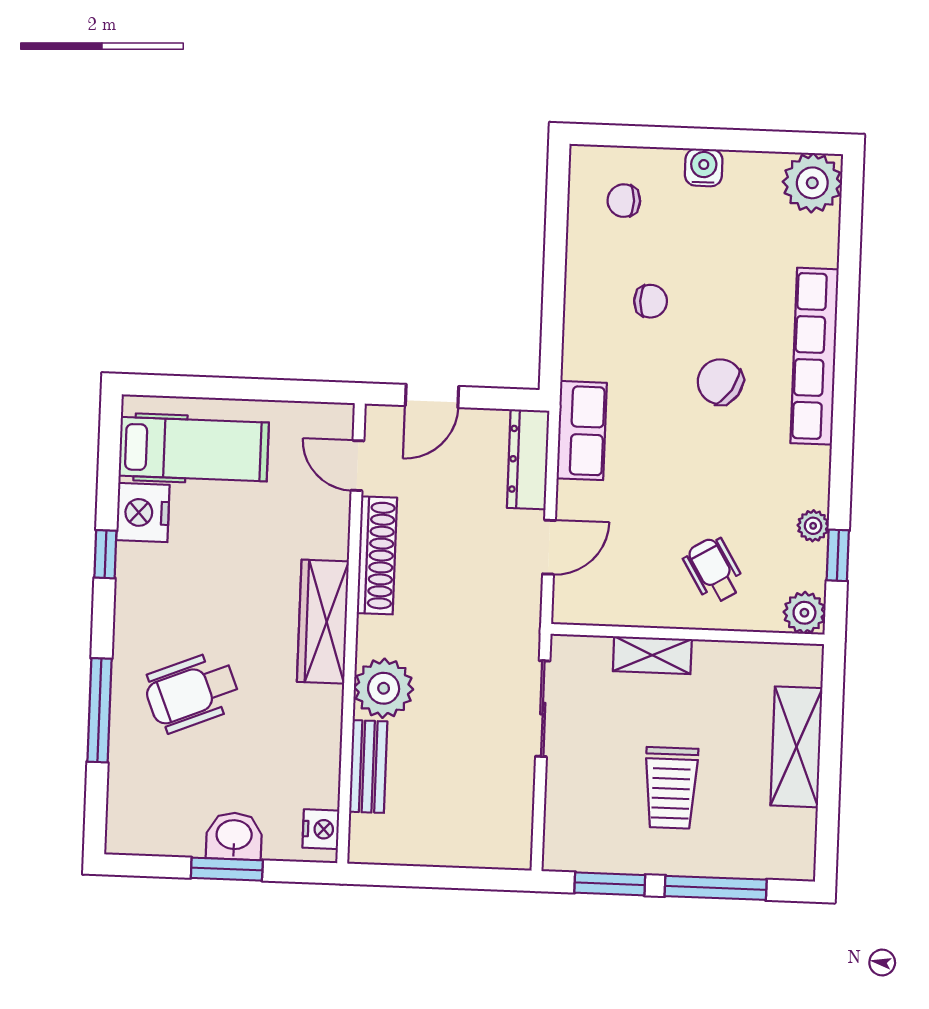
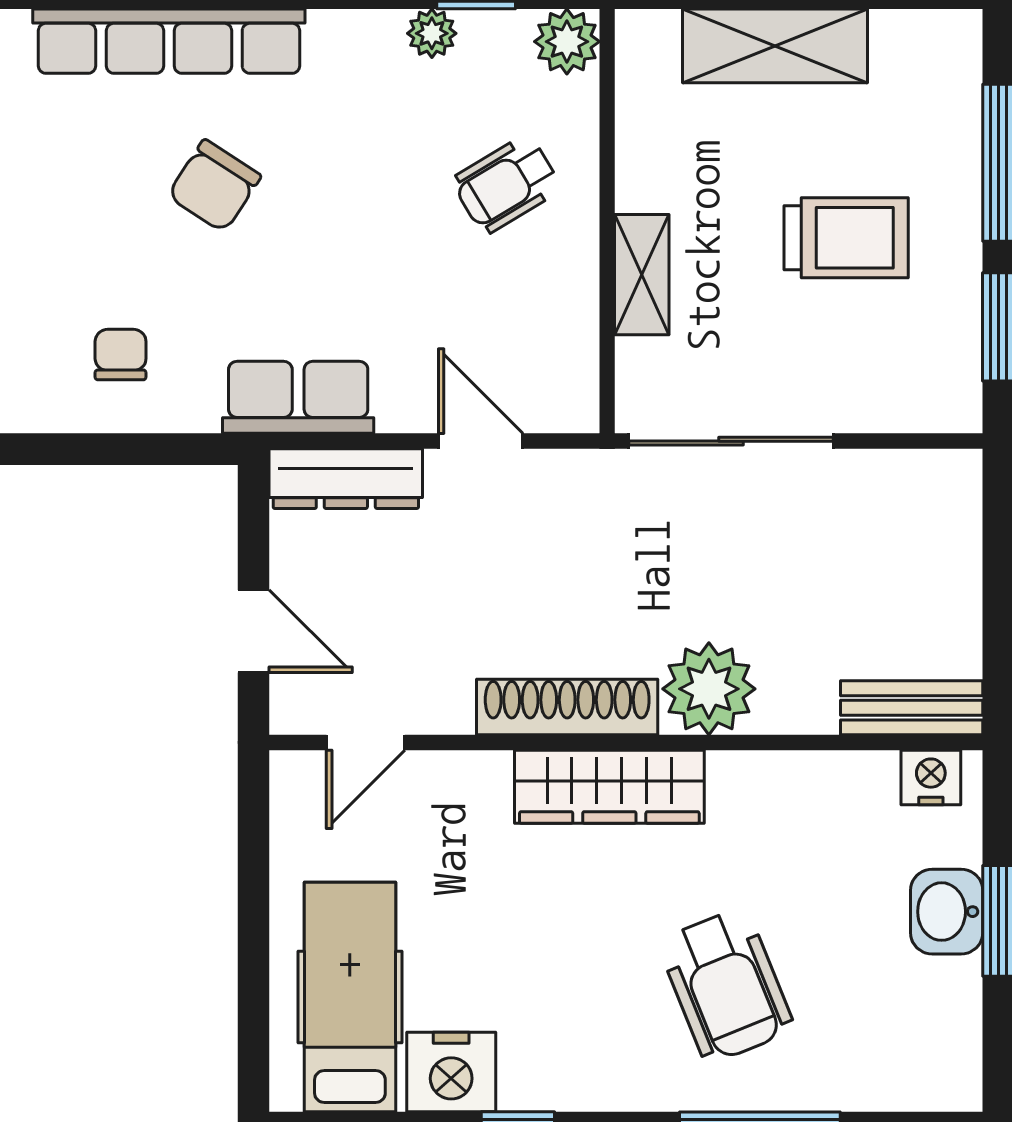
chair: (651, 301) -> (121, 355), moved
shoe rack: (377, 555) -> (567, 707), moved
sliding door: (543, 709) -> (731, 441), width x1.37
bench: (368, 767) -> (912, 708), moved

